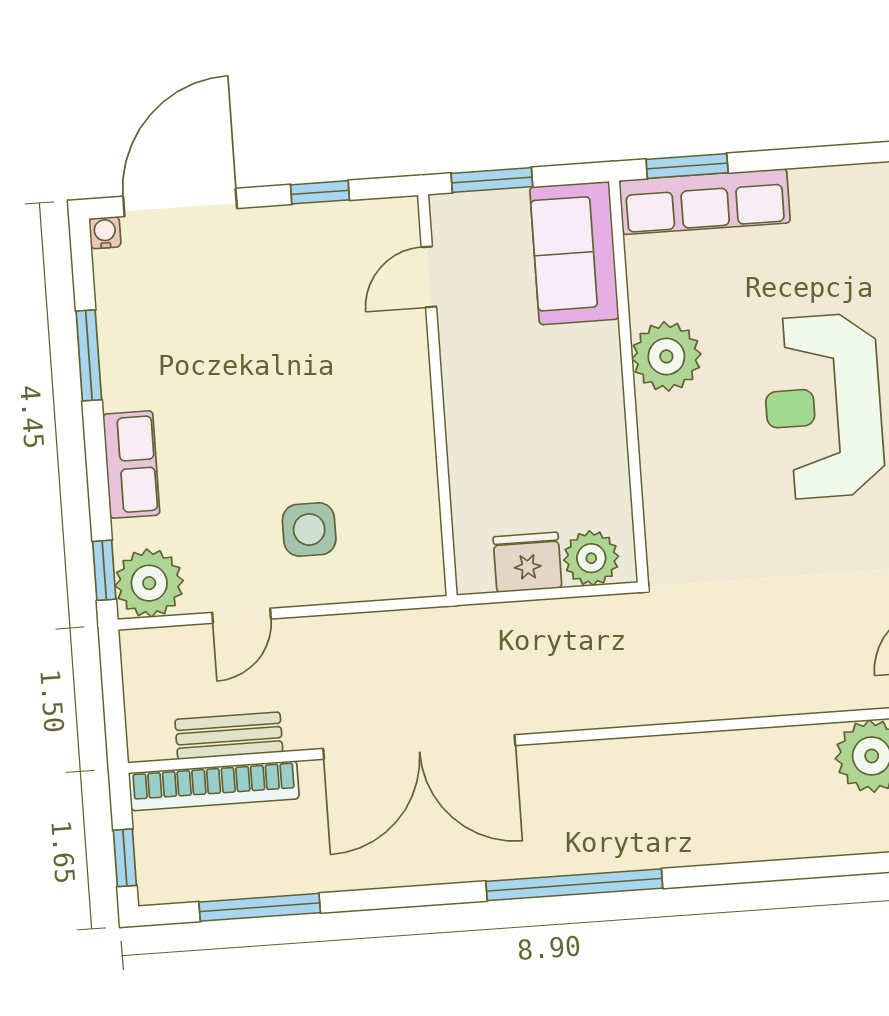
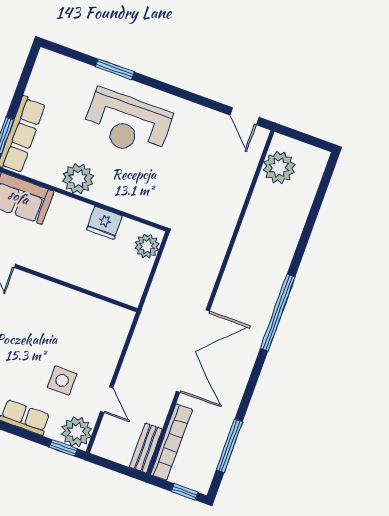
side table: (309, 529) -> (62, 380), moved
fridge: (527, 562) -> (104, 223), moved, turned -90
bench: (229, 736) -> (146, 448), moved

